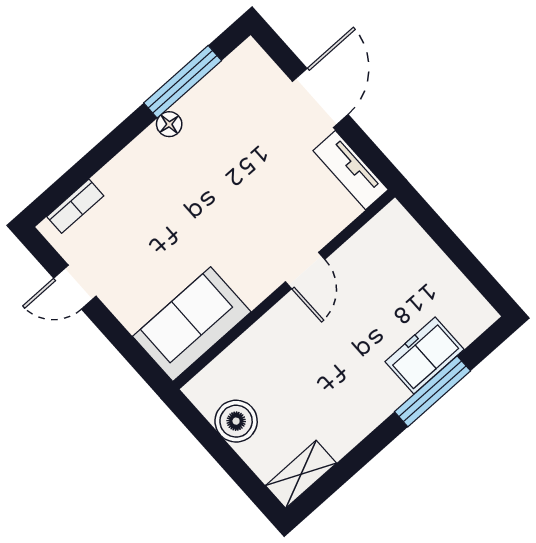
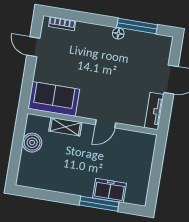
shelving: (301, 474) -> (65, 127), moved

